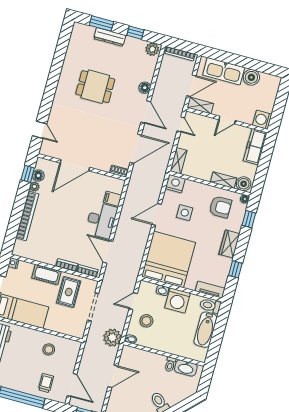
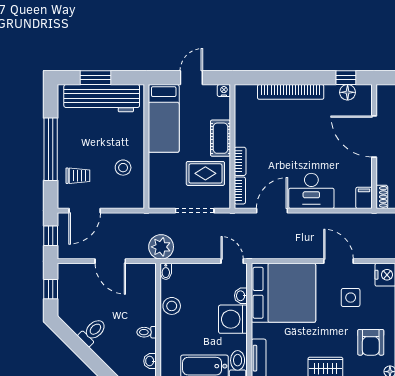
plant: (34, 187) -> (332, 91), removed
filing cabinet: (113, 199) -> (364, 198), moved
door: (133, 301) -> (232, 261), moved
stool: (146, 321) -> (172, 306), moved
washbasin: (186, 368) -> (150, 361), width x0.52, depth x0.69

